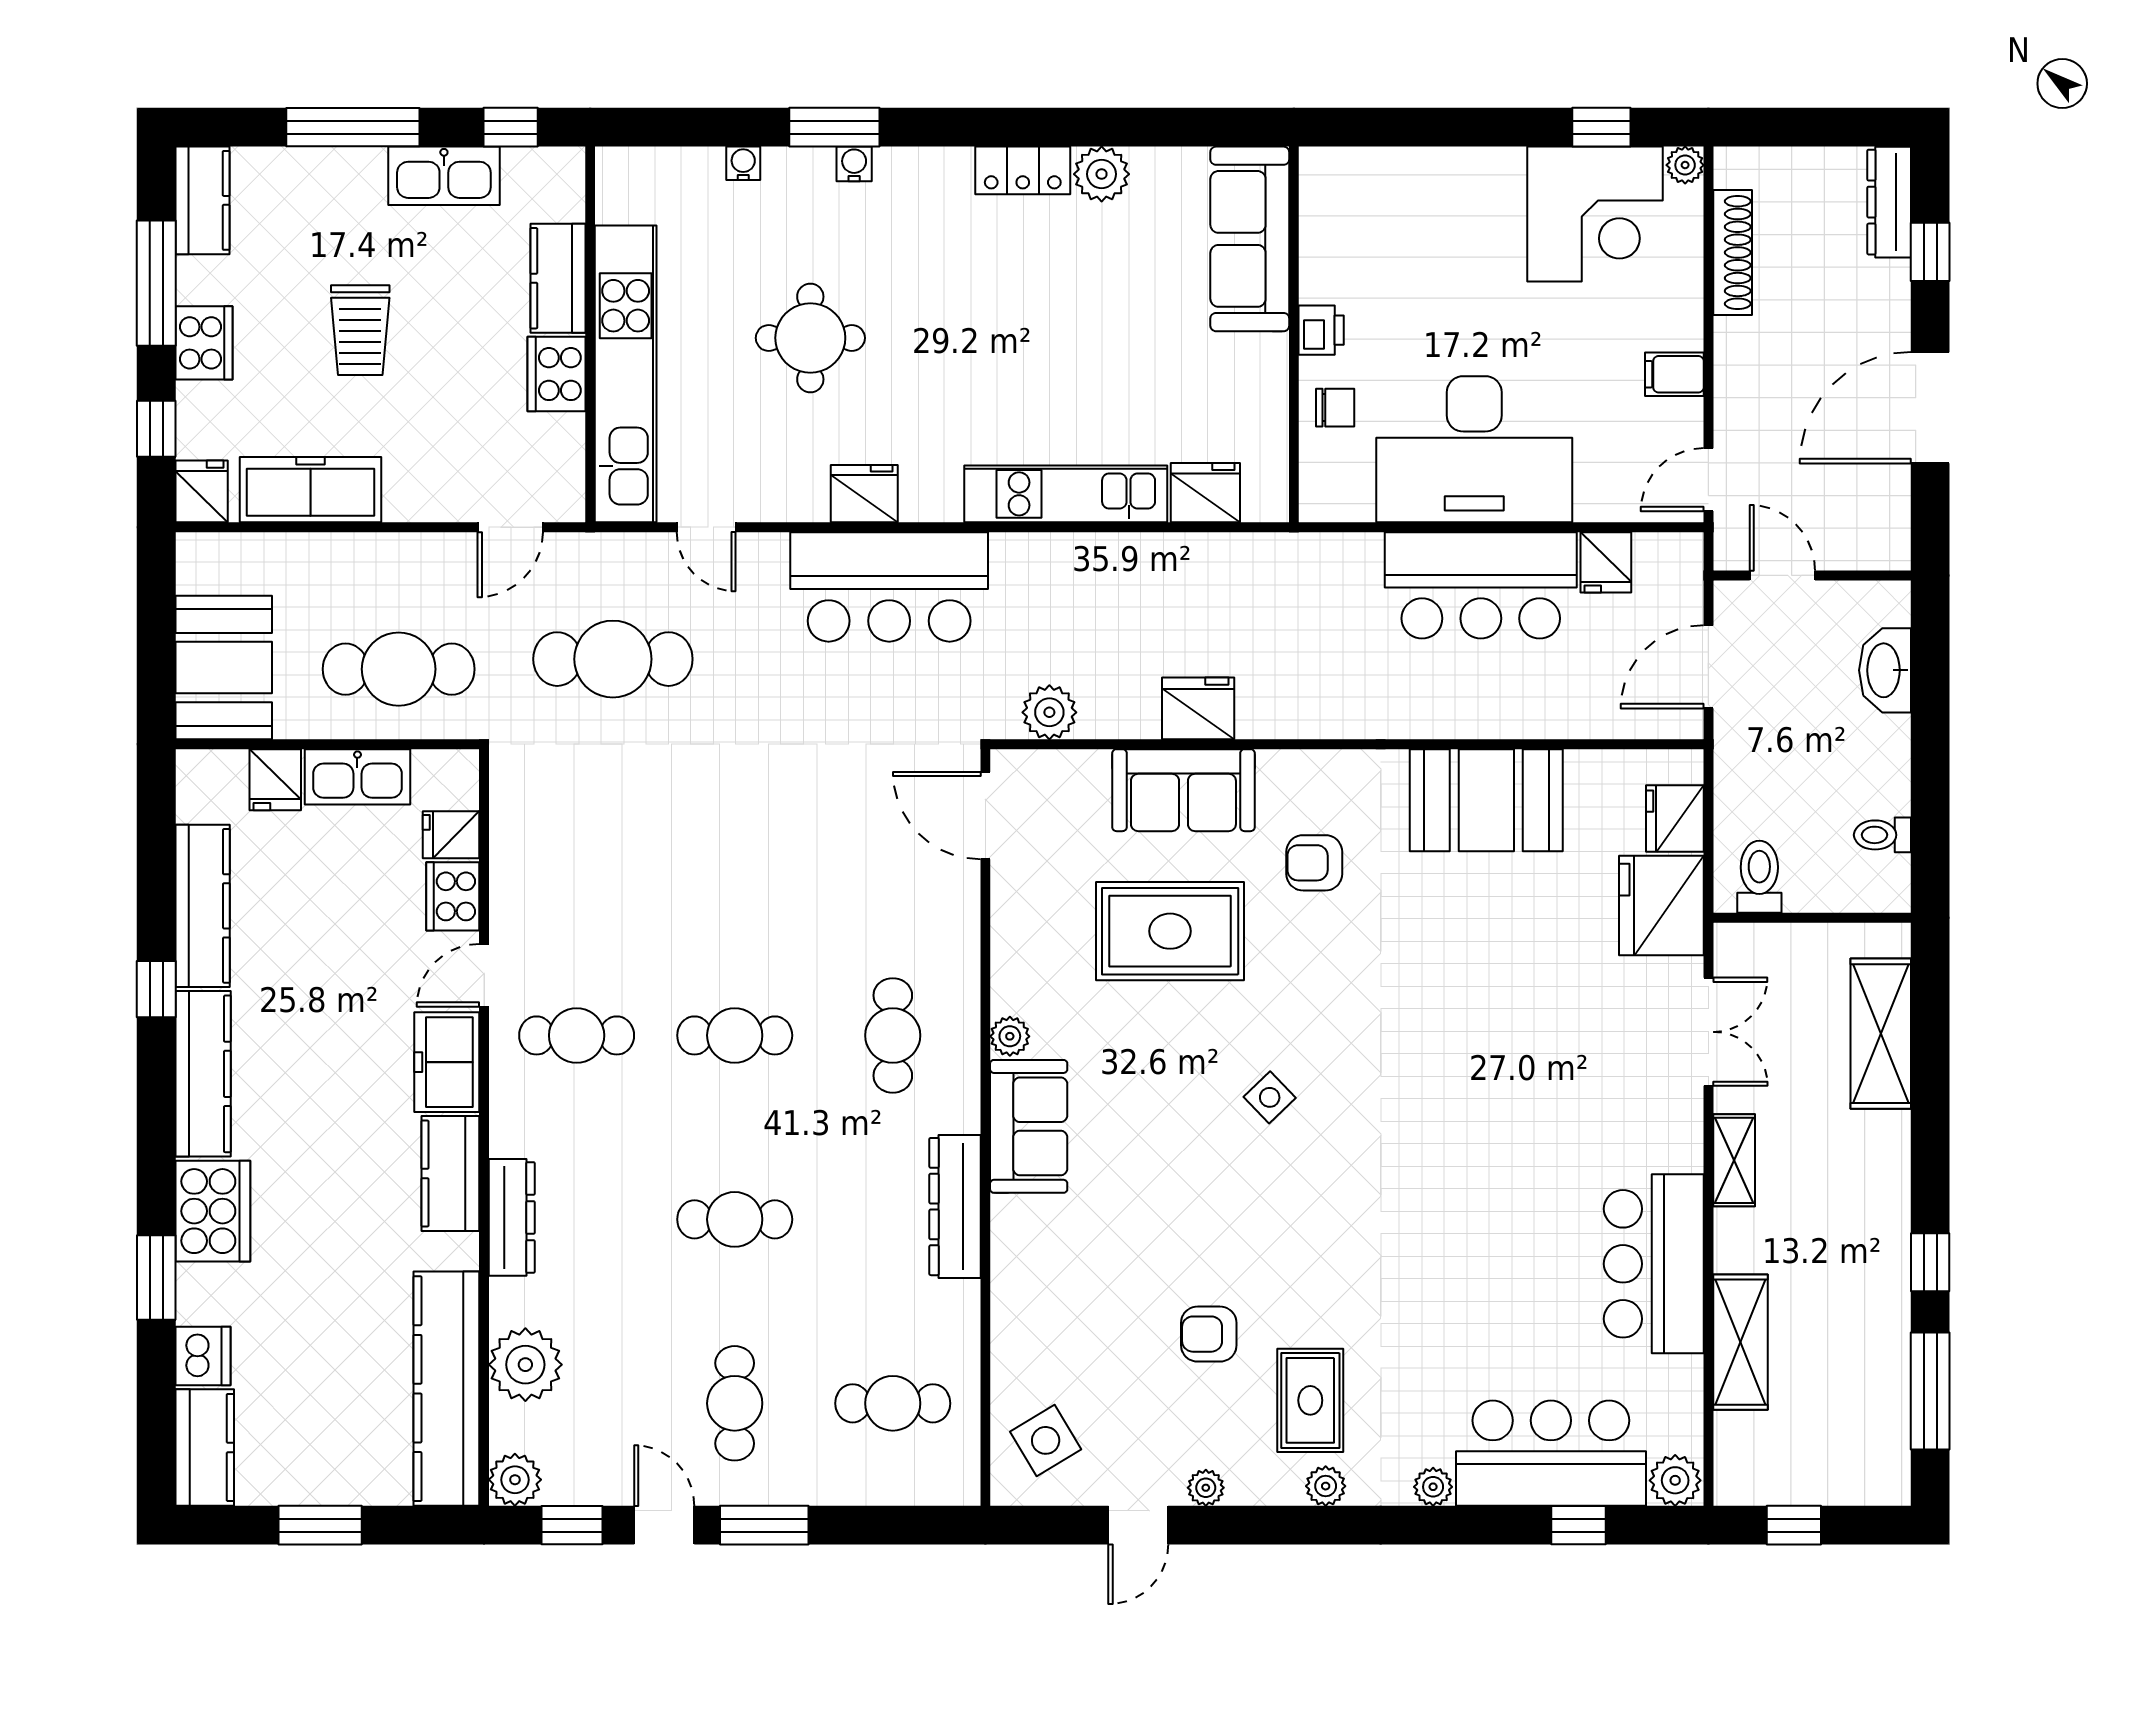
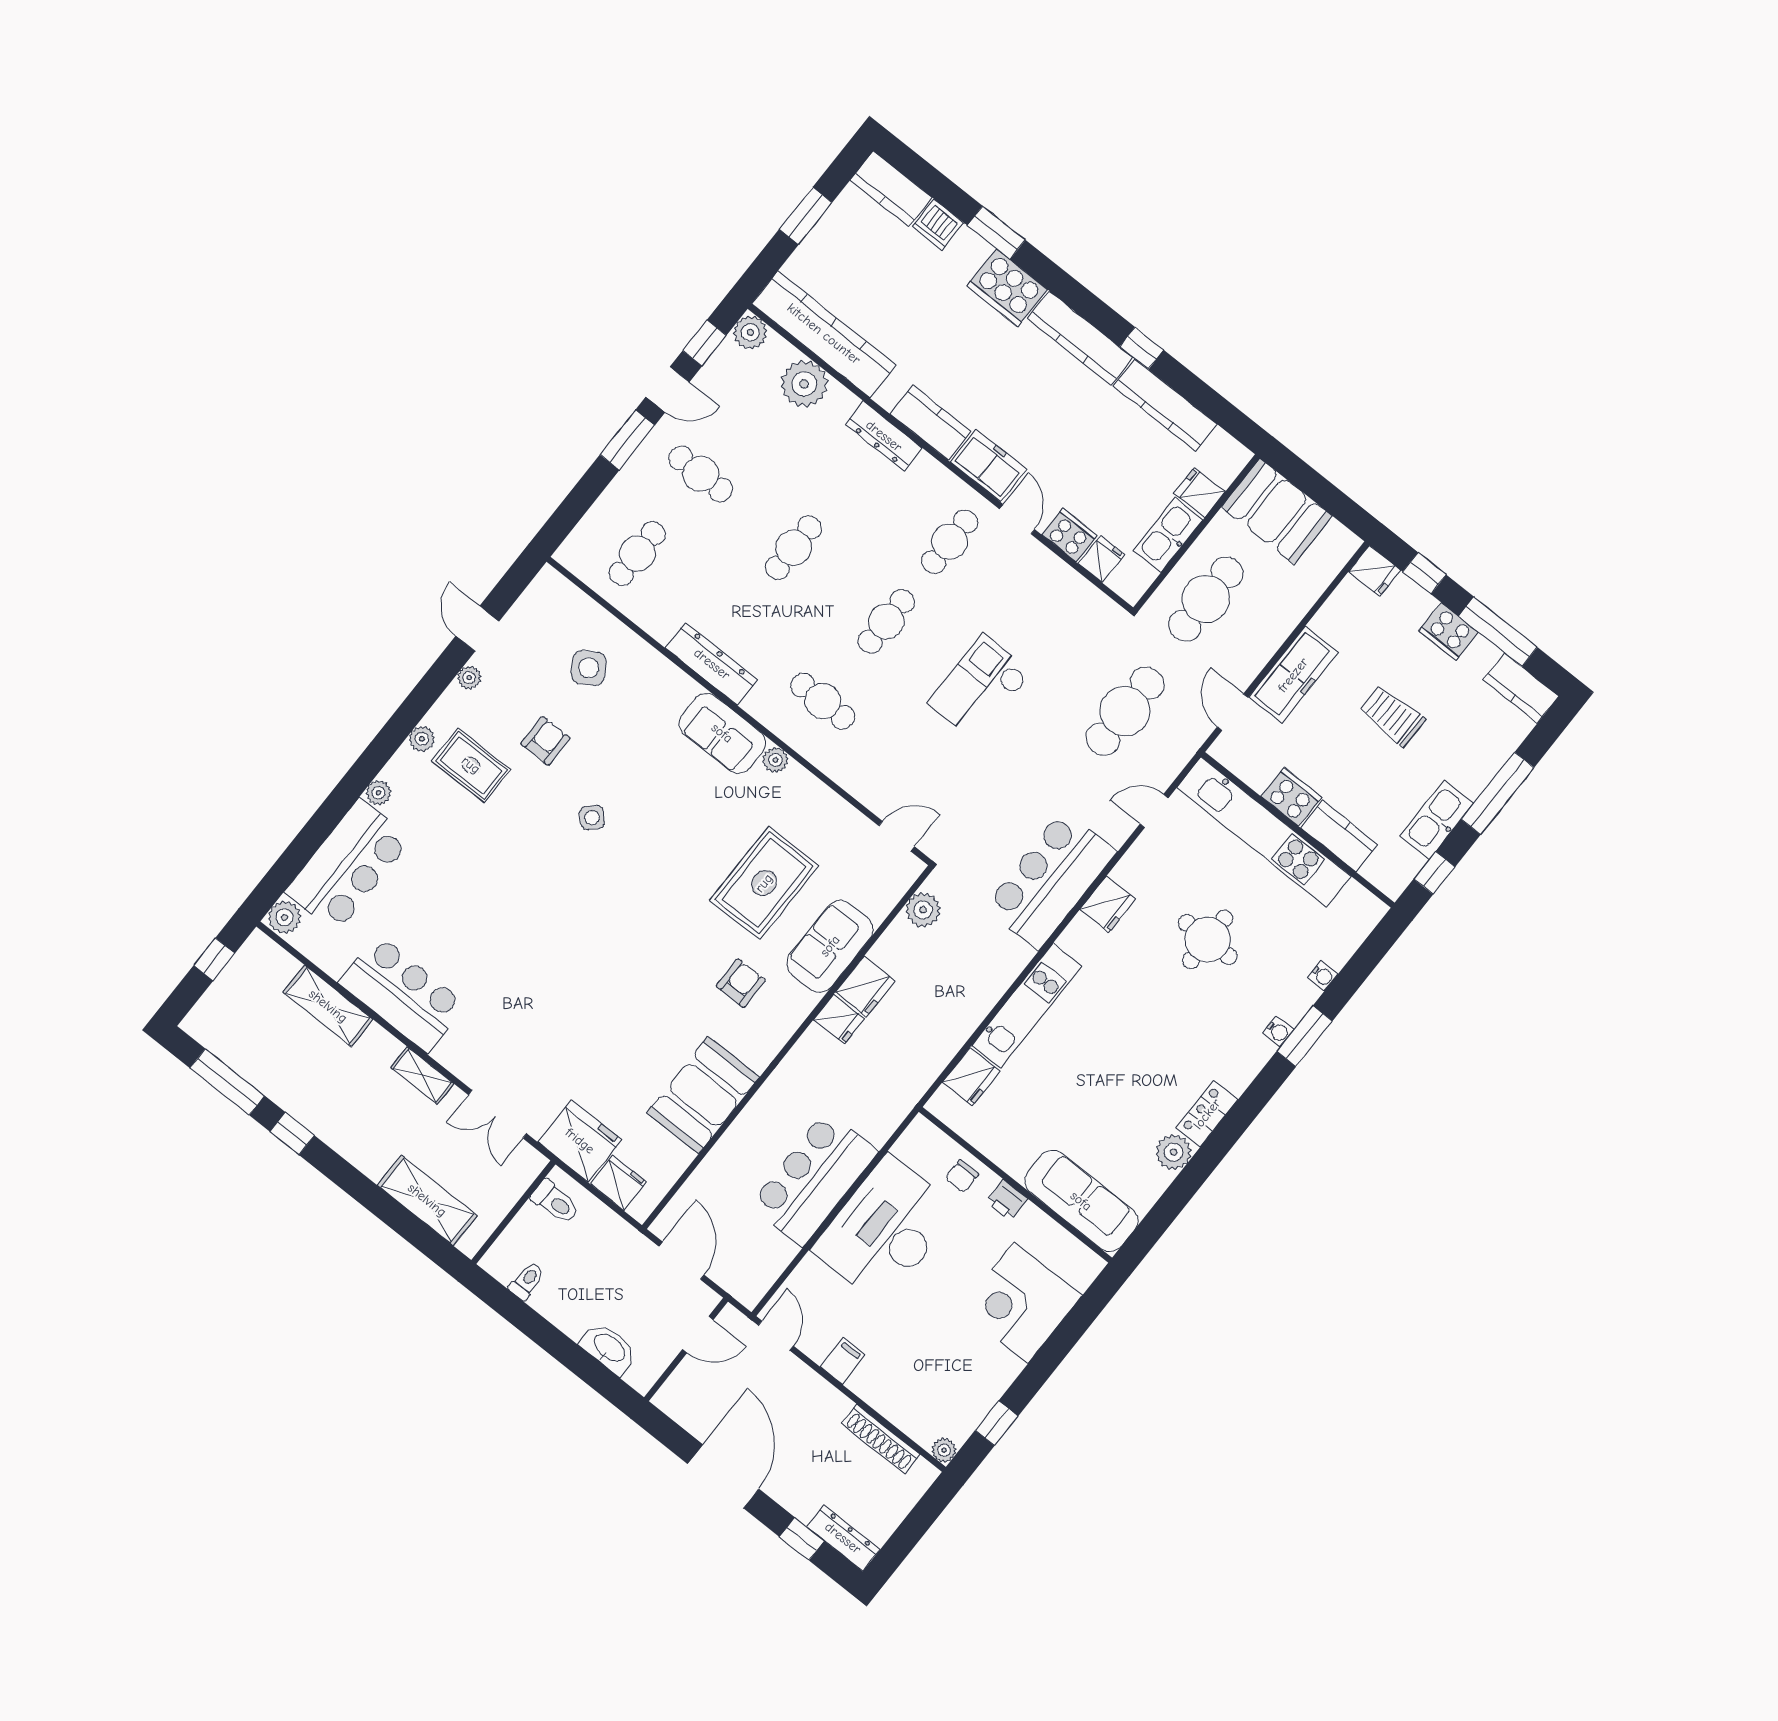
corner desk: (1595, 214) -> (1021, 1303), moved
freezer: (310, 490) -> (1293, 675), moved
fridge: (1606, 562) -> (839, 1019), moved, turned 180
door: (985, 816) -> (897, 836), width x0.73
checkout: (725, 858) -> (980, 688), added
side table: (1270, 1097) -> (592, 818), moved
side table: (1046, 1440) -> (589, 668), moved
window: (1579, 1525) -> (301, 851), removed

